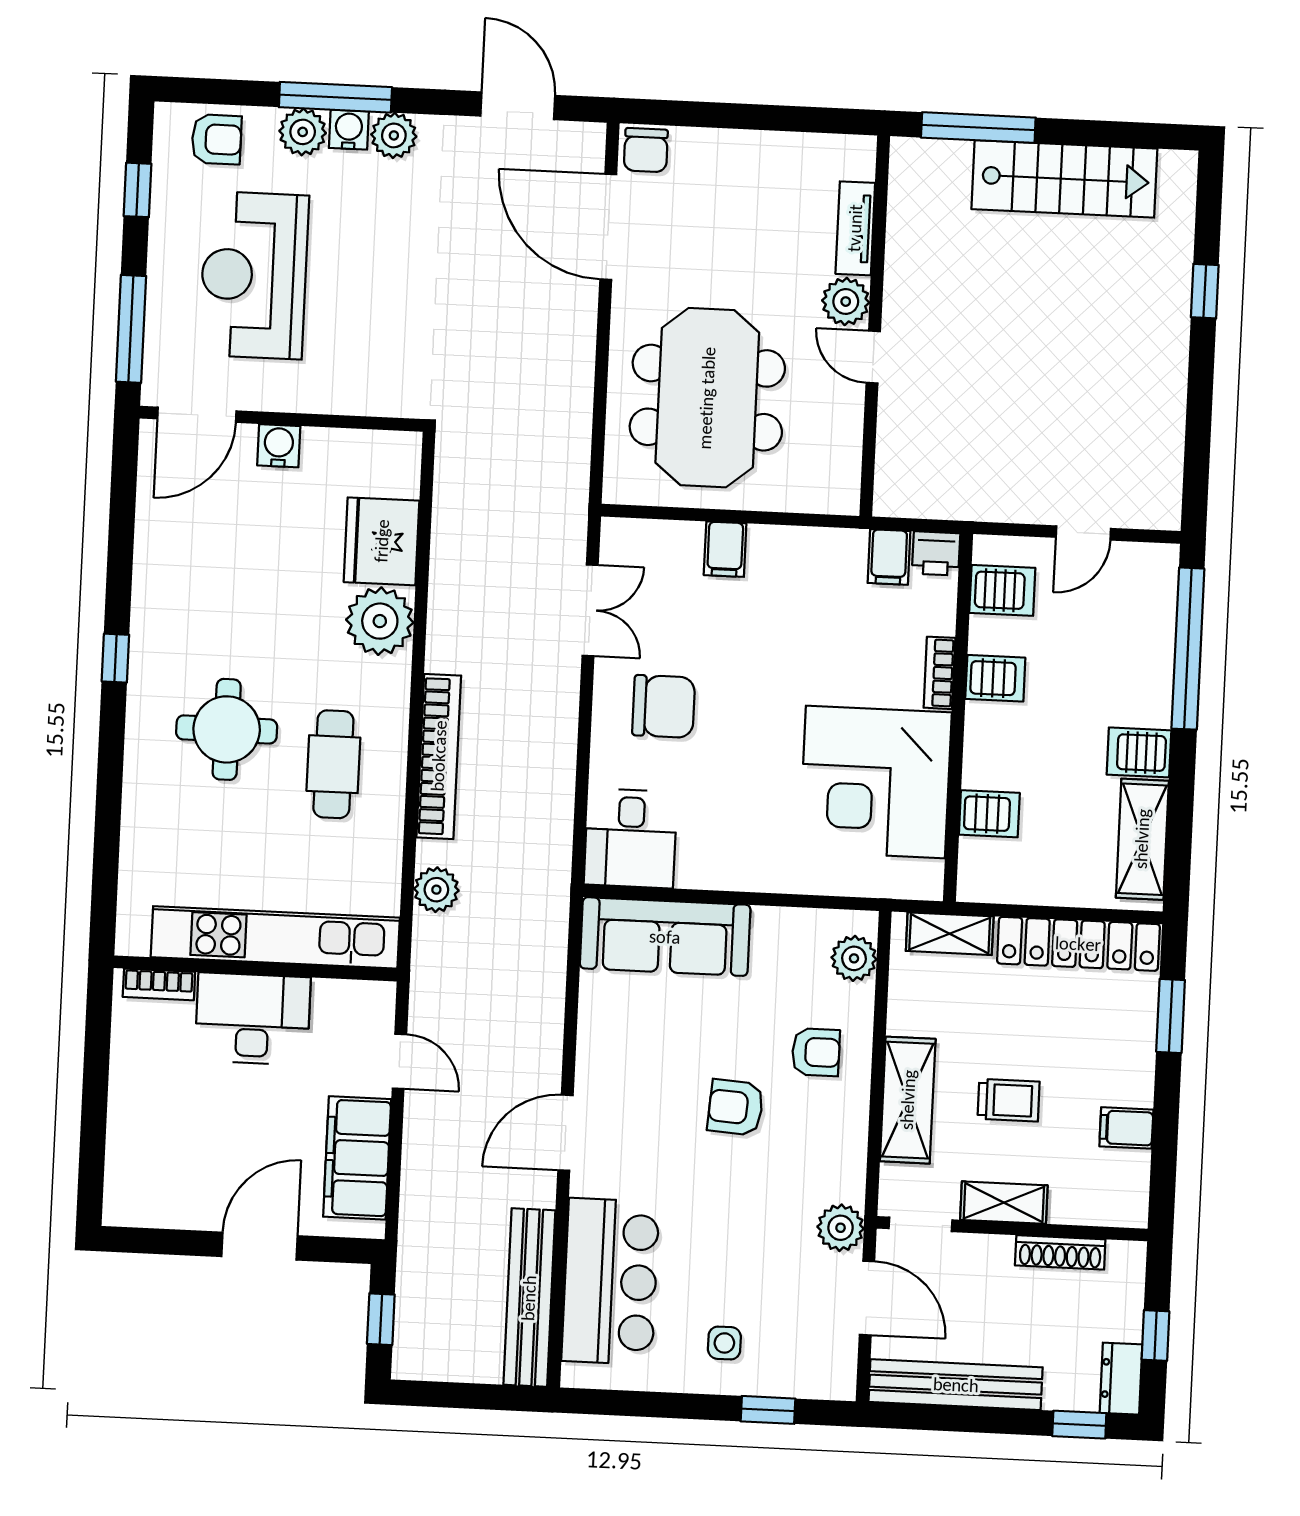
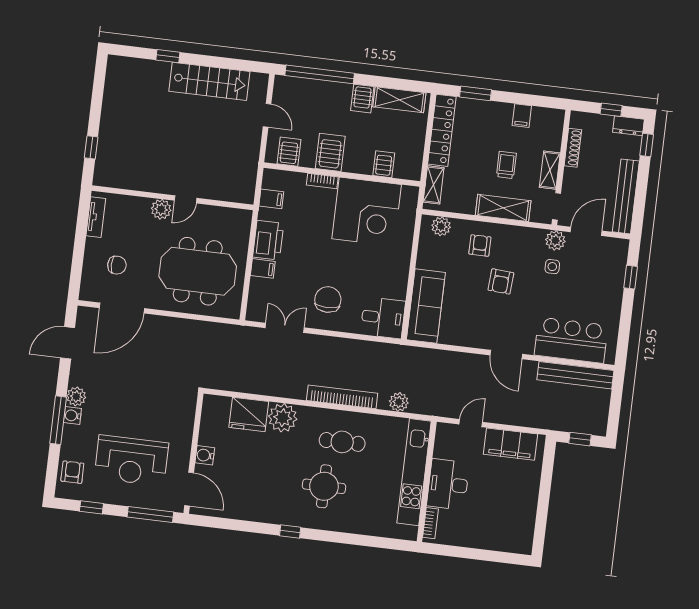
window: (978, 128) -> (91, 147), width x0.46
plant: (303, 132) -> (72, 435), removed
chair: (646, 150) -> (117, 265), moved
stairs: (1064, 179) -> (209, 81), moved, turned 90
tv unit: (855, 228) -> (96, 217), moved, turned -90
printer: (936, 553) -> (268, 240), moved, width x1.87, depth x1.48
server rack: (995, 678) -> (330, 152), width x1.36, depth x1.44
door: (260, 1246) -> (545, 488), removed
side table: (724, 1343) -> (552, 267), moved

